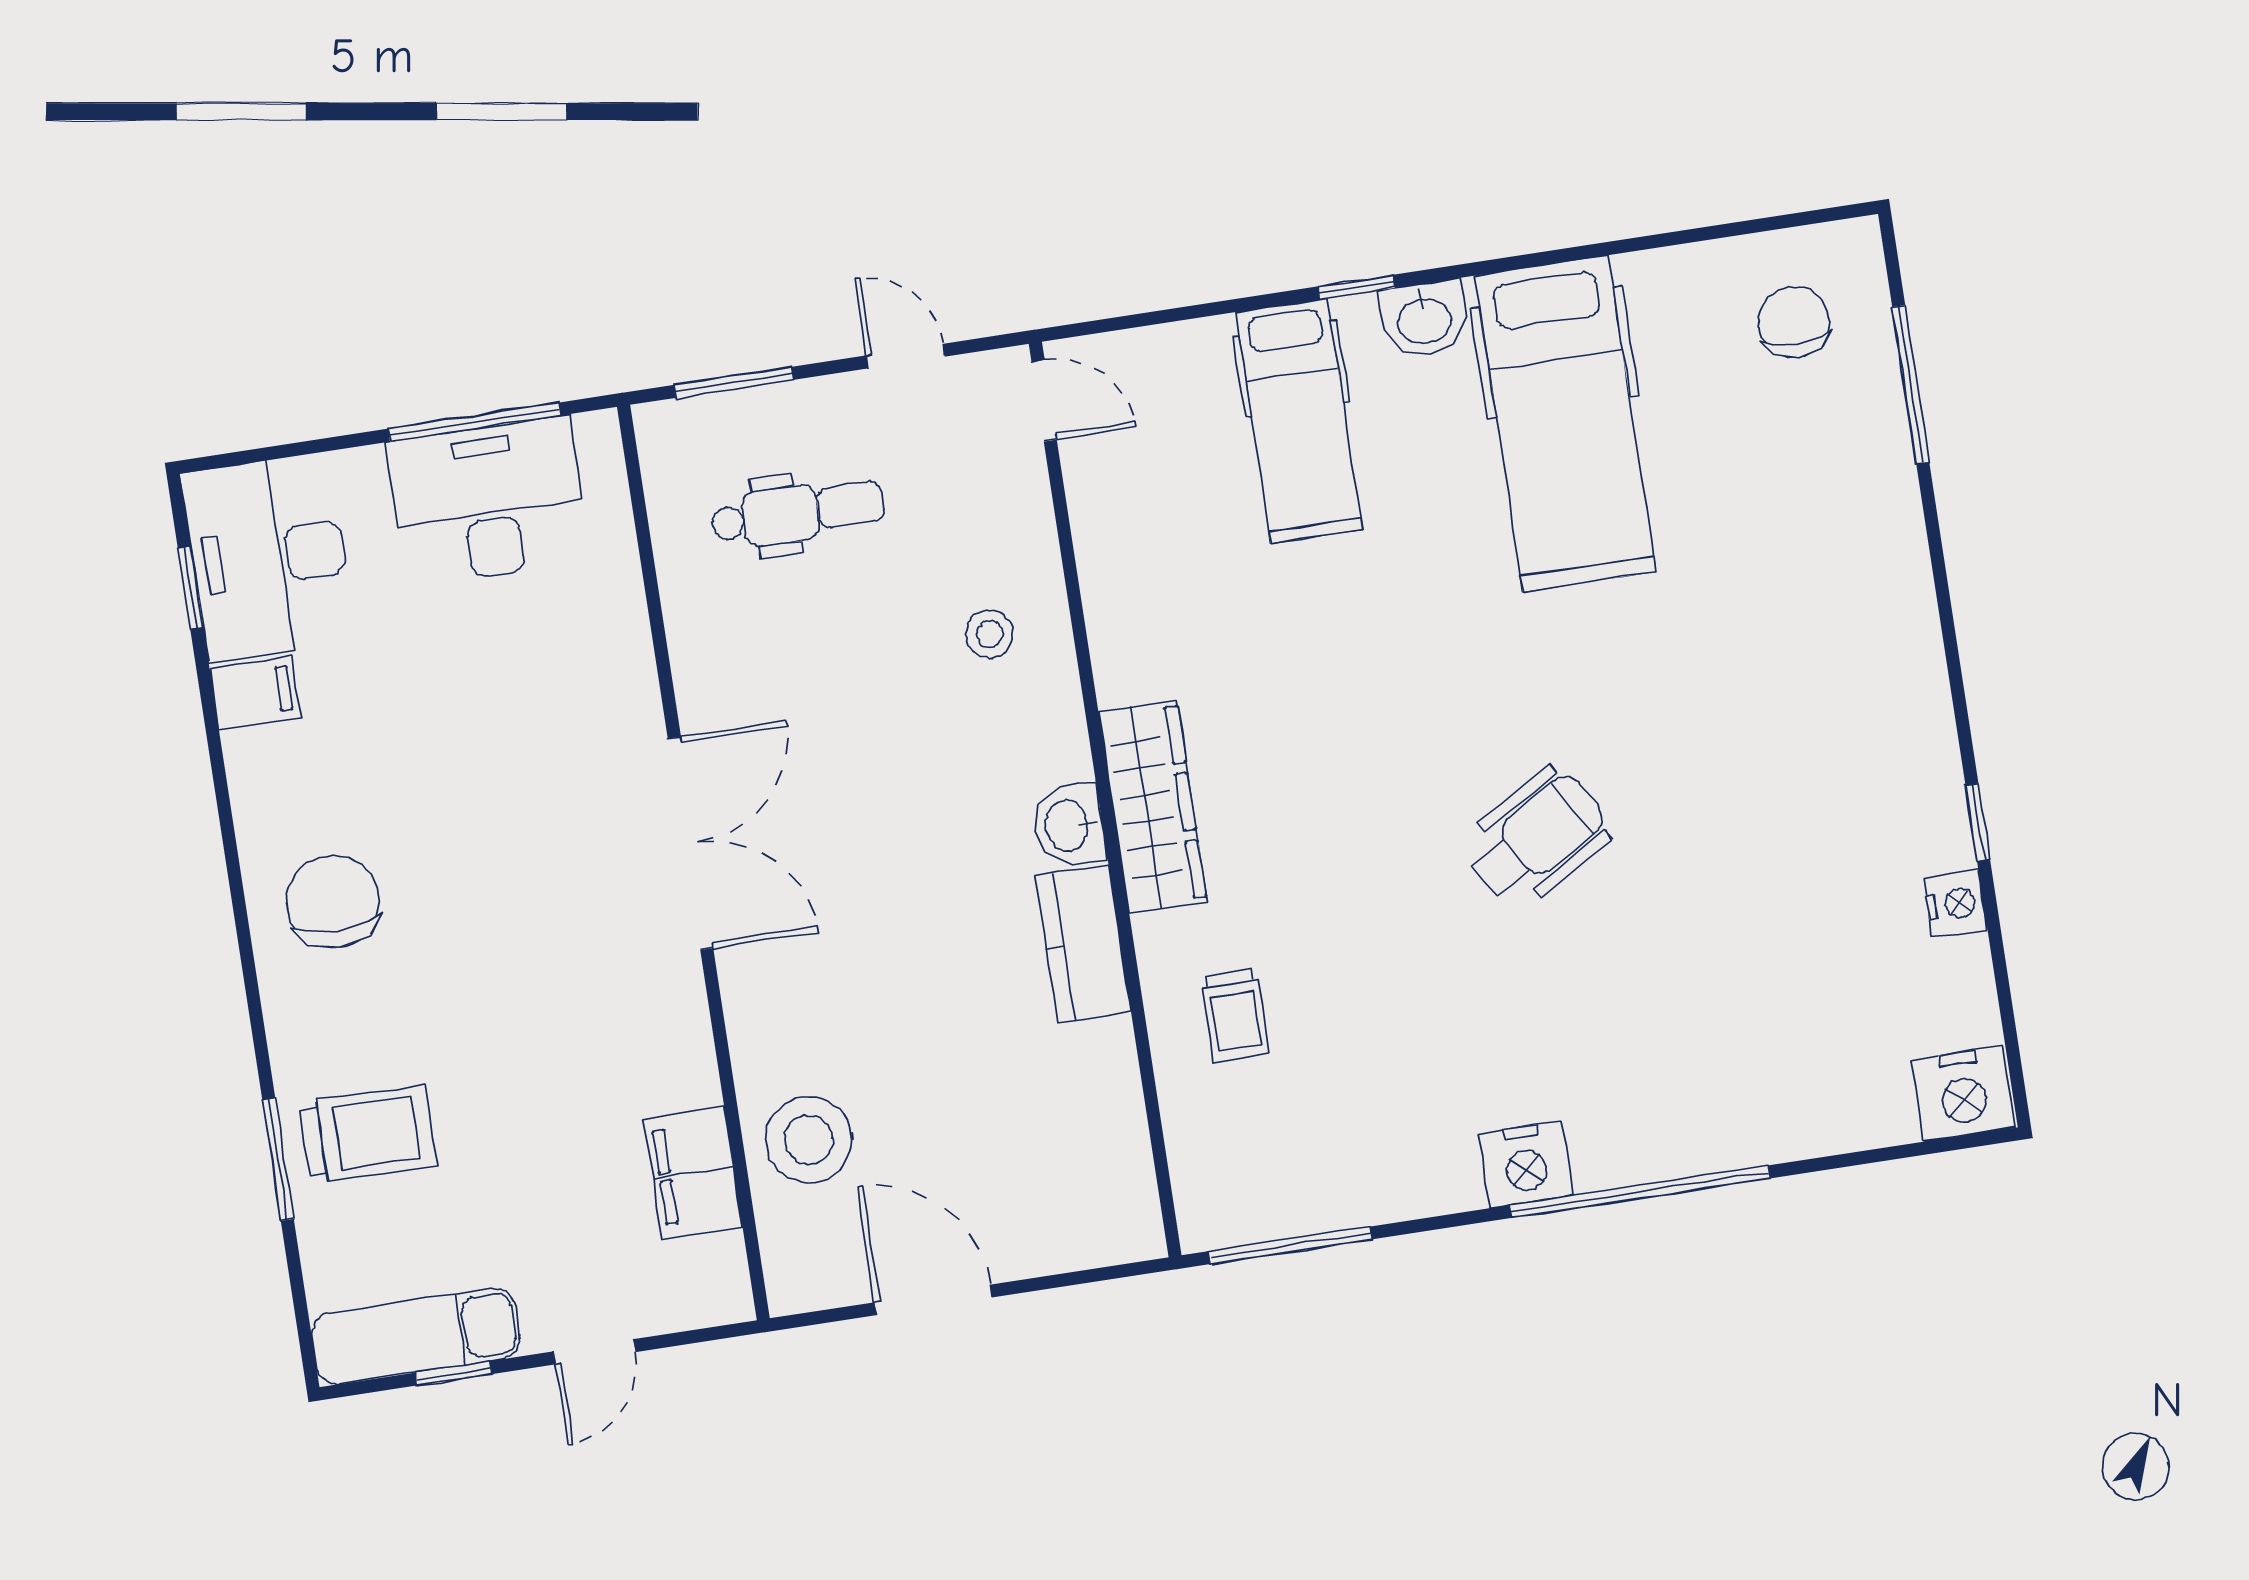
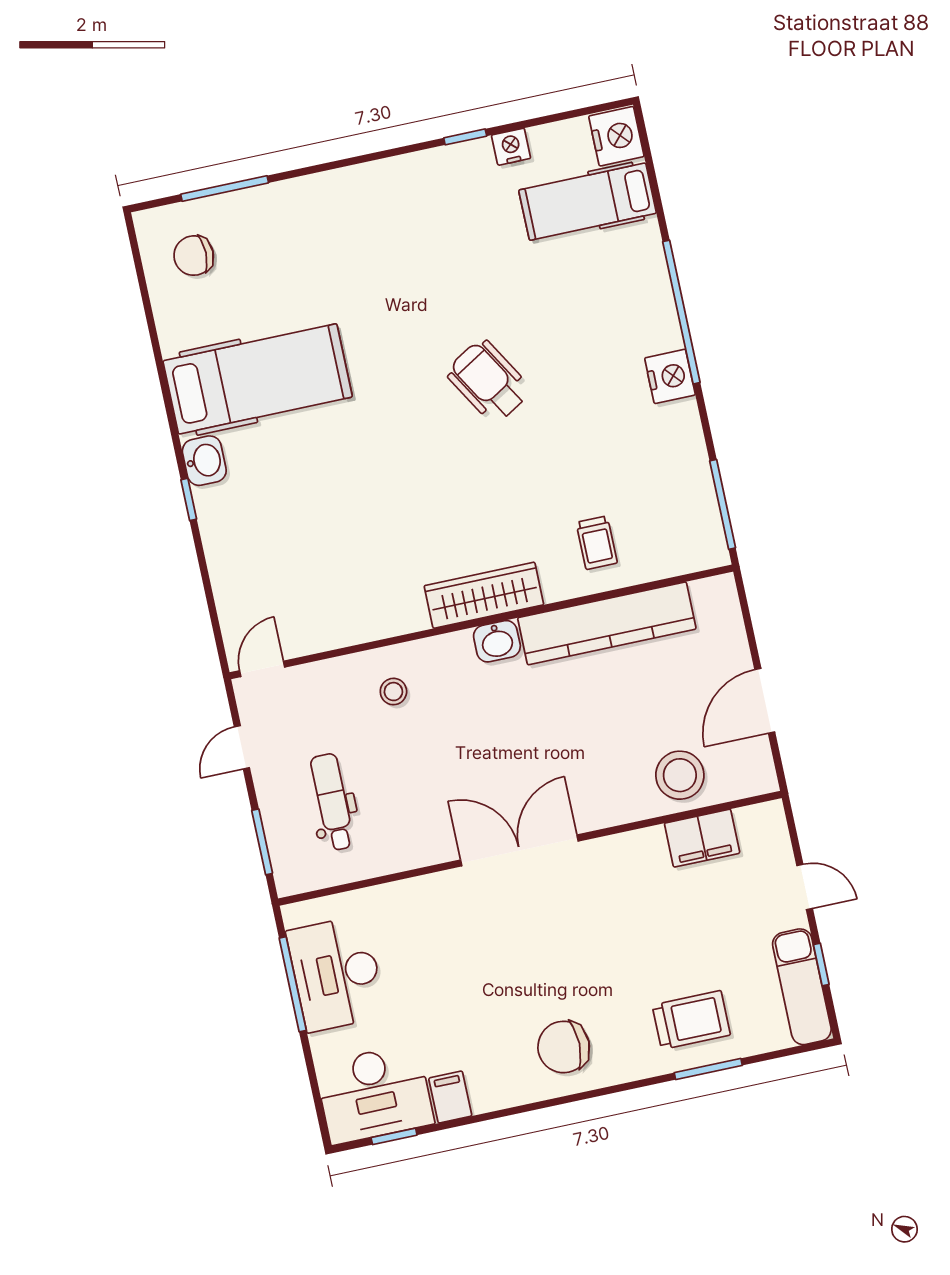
hospital bed: (1299, 421) -> (588, 202), moved, turned 180
kitchen counter: (1083, 944) -> (607, 623), width x2.08, depth x1.17
trolley: (1235, 1015) -> (597, 543), turned 90
trolley: (368, 1134) -> (691, 1020), turned 90

